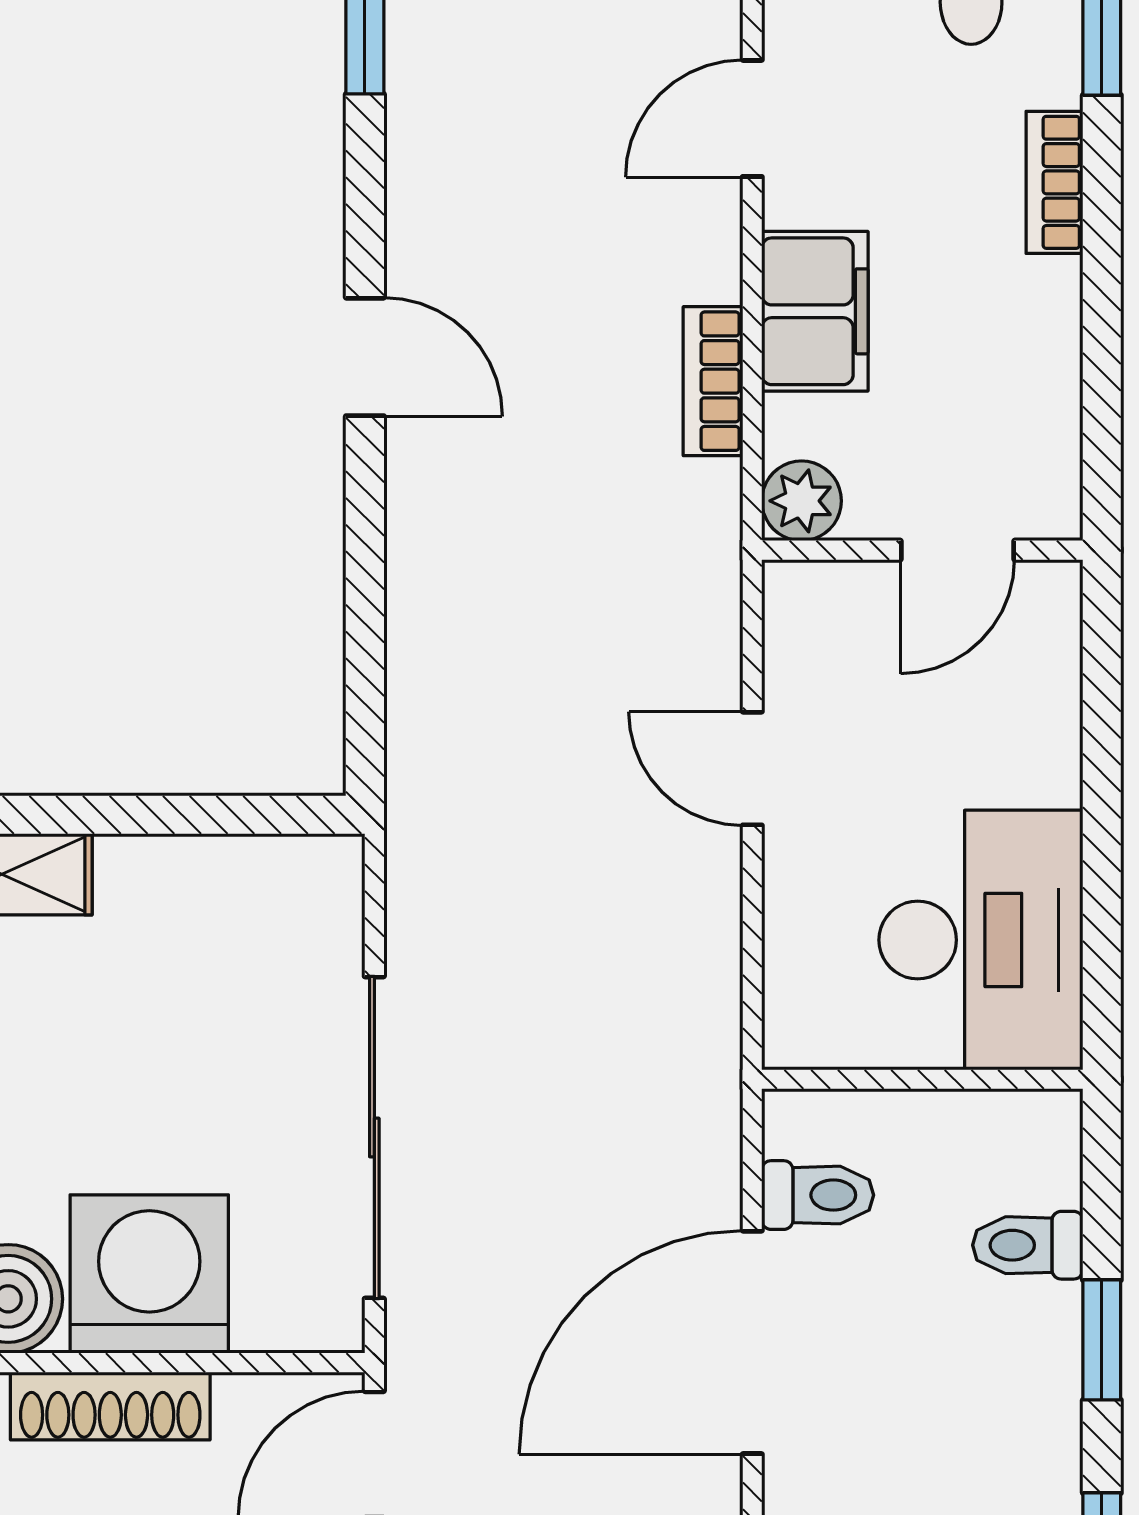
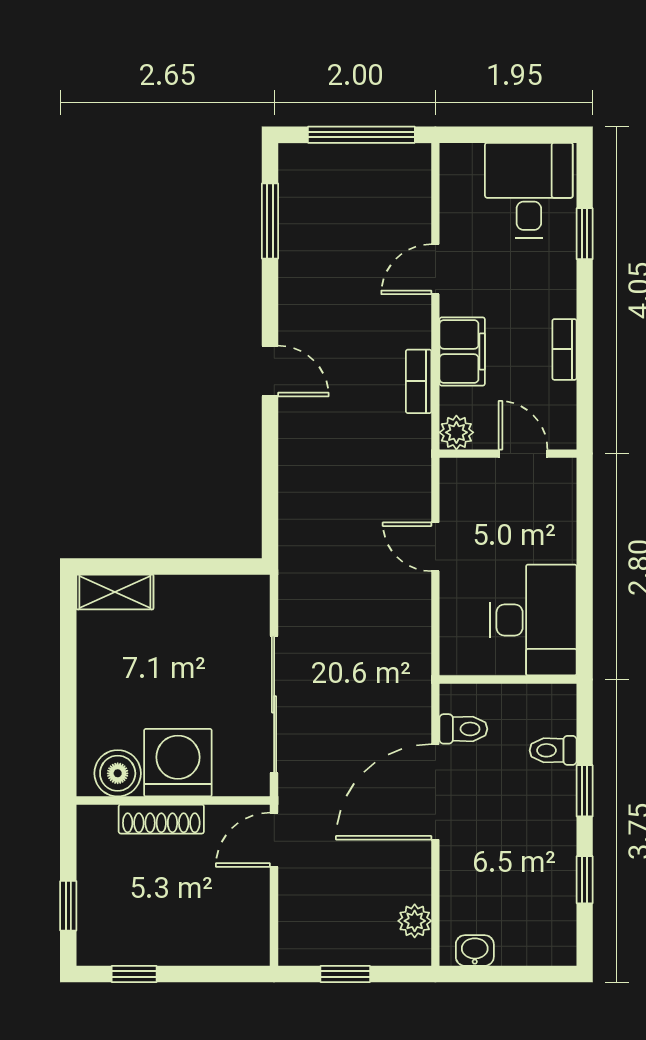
bookcase: (1054, 182) -> (564, 349), moved
door: (957, 550) -> (523, 454), swing flipped

